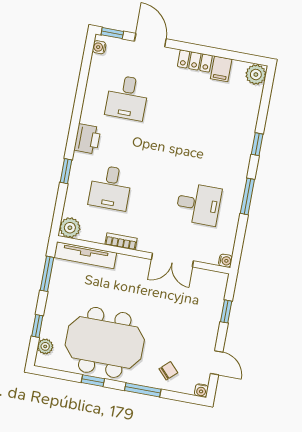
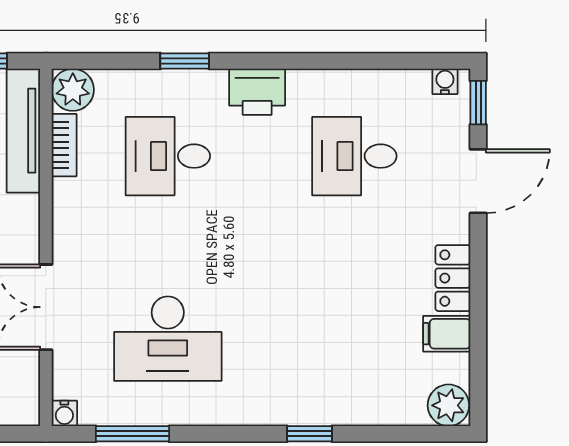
window: (247, 196) -> (132, 434), moved
desk: (199, 204) -> (168, 339), width x1.37
bookcase: (121, 241) -> (64, 145), moved

